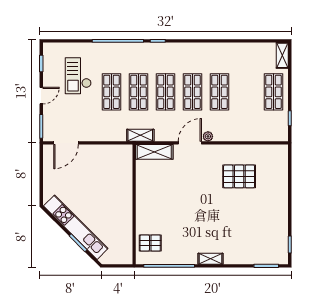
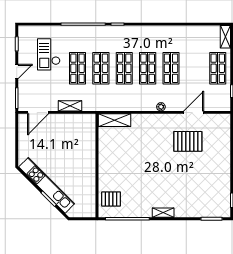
shelving: (140, 135) -> (70, 106), moved
door: (190, 143) -> (194, 112), moved

